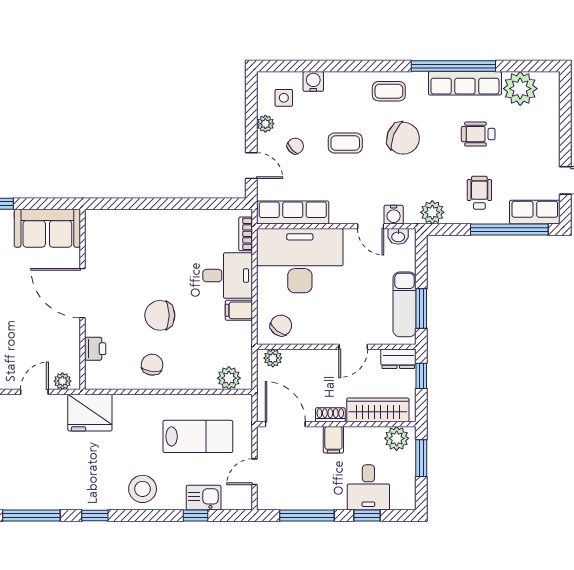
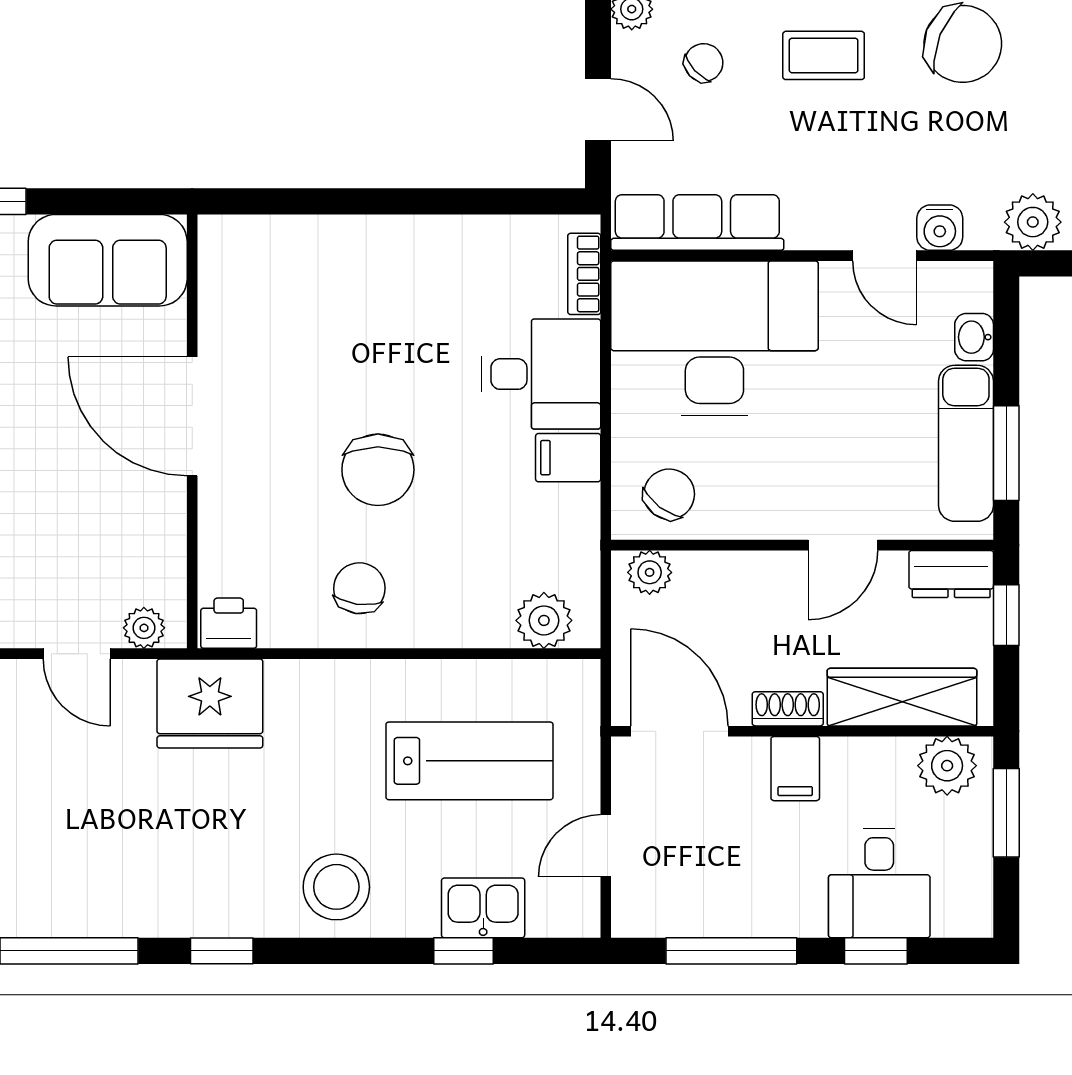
washbasin: (398, 236) -> (974, 337), moved, turned 90
chair: (160, 315) -> (378, 470), turned -90
printer: (95, 349) -> (229, 623), moved, turned -90
door: (34, 392) -> (77, 654), swing flipped

